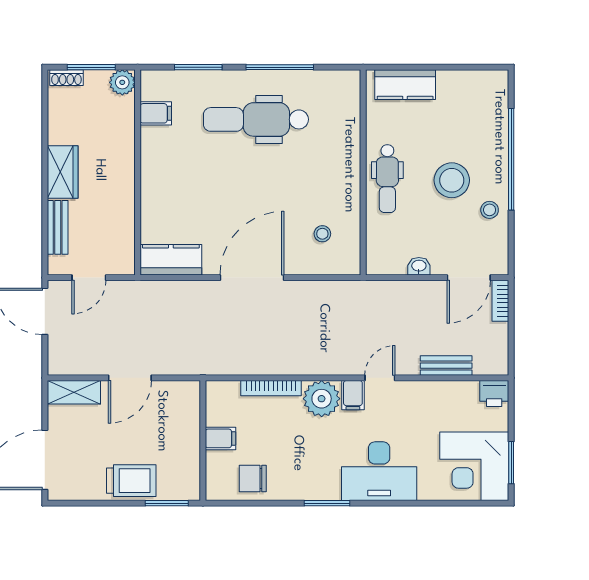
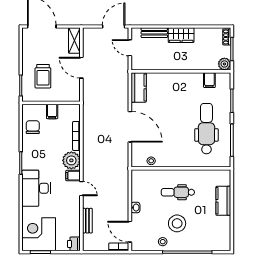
wall: (363, 172) -> (181, 168), moved
trolley: (131, 481) -> (43, 76), moved

